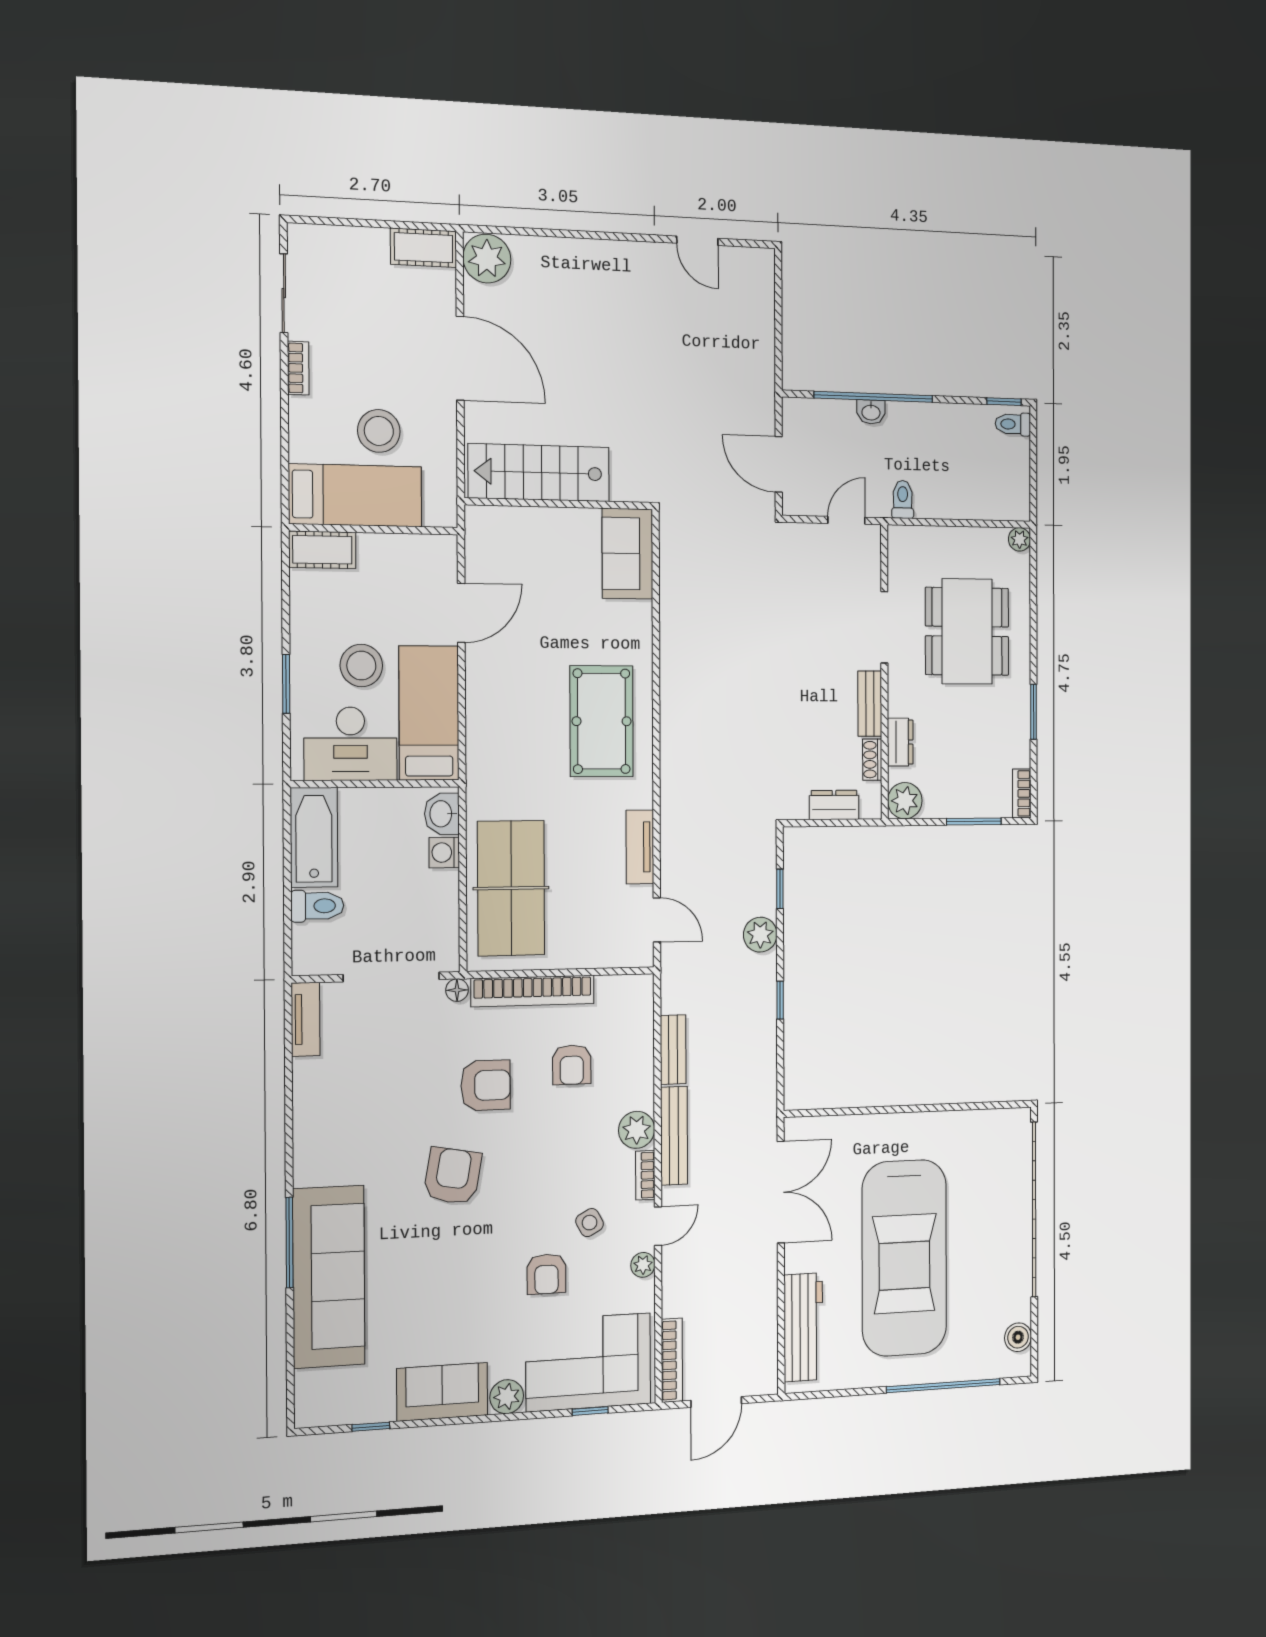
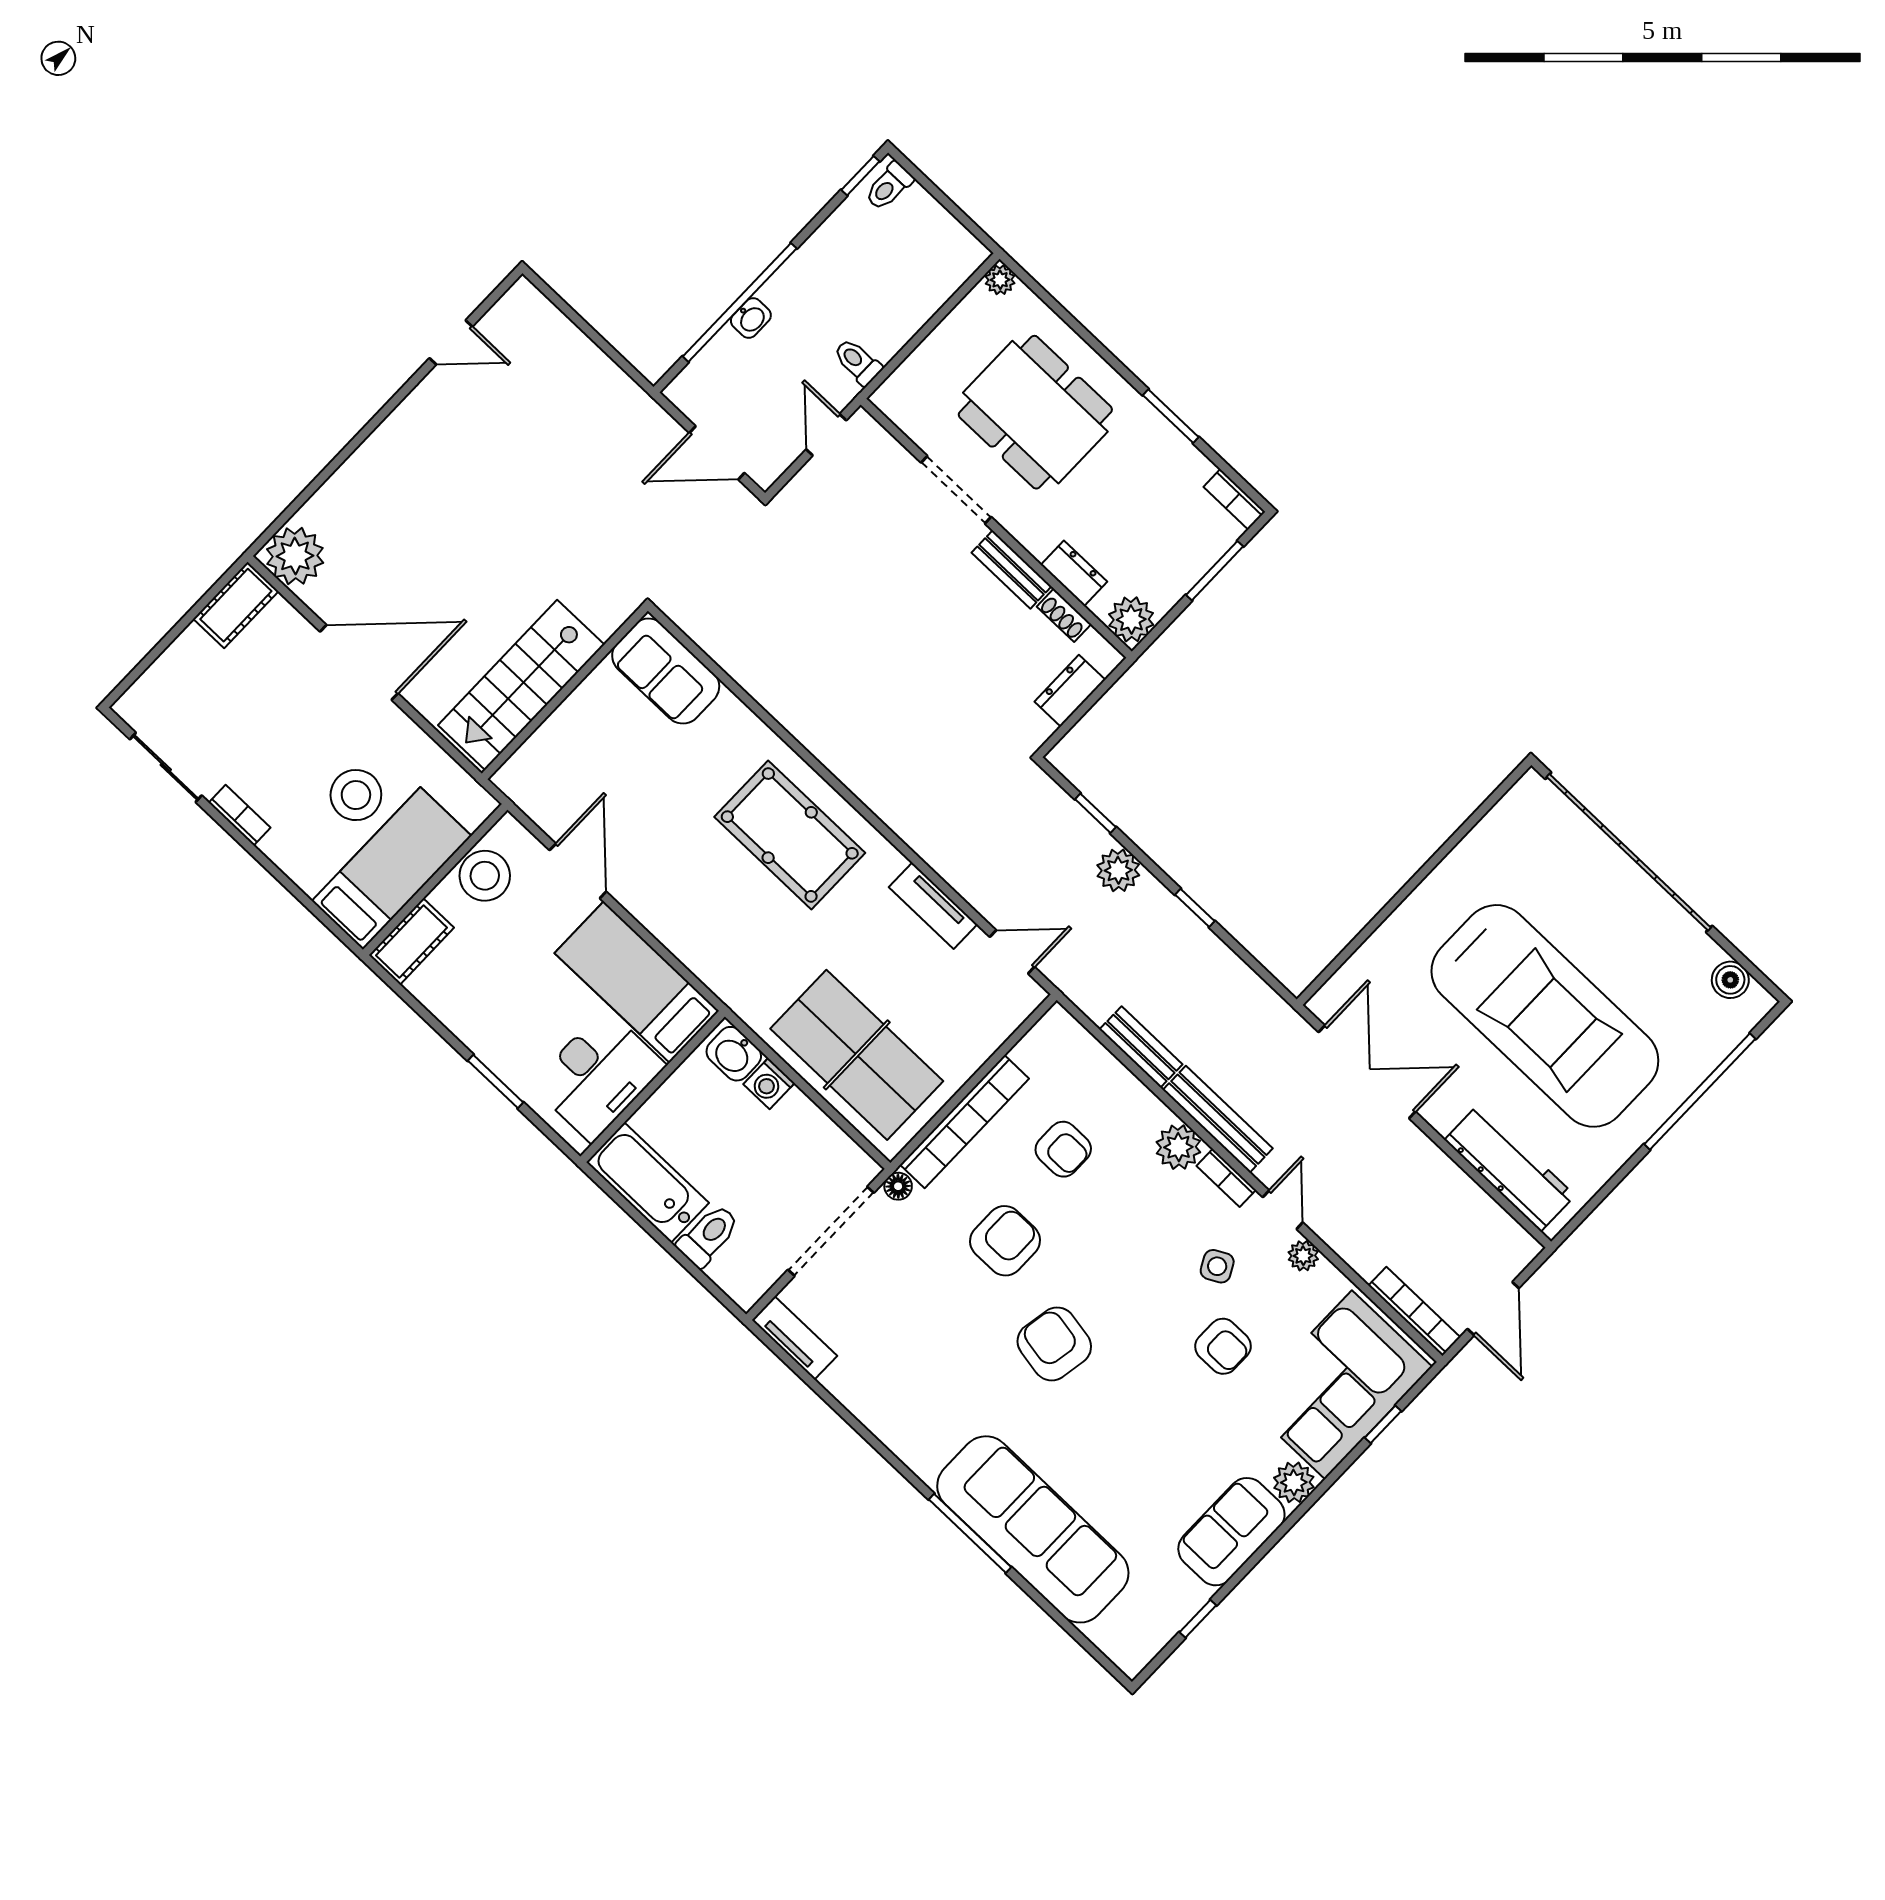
stool: (361, 666) -> (485, 876), moved

